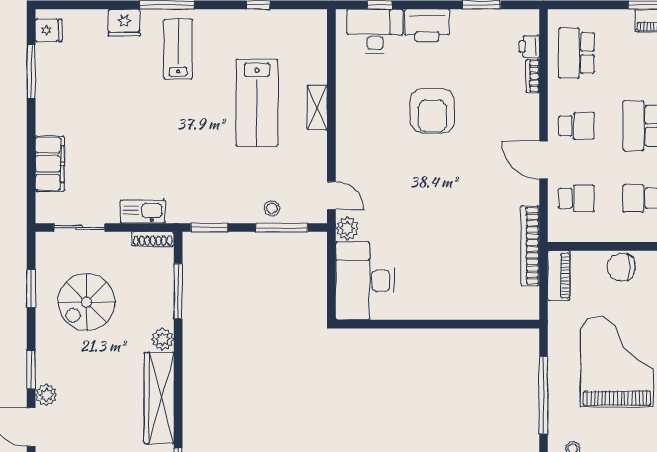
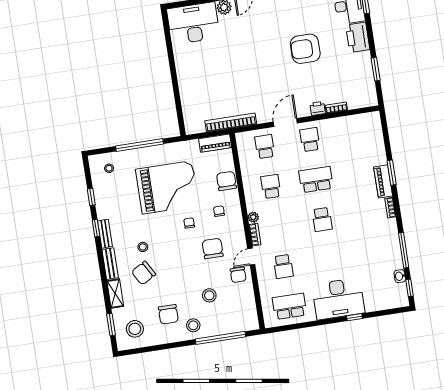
printer: (529, 47) -> (318, 108), moved
school desk: (576, 53) -> (355, 133), removed
school desk: (576, 126) -> (310, 140), turned 180
school desk: (576, 198) -> (265, 147), turned 180

